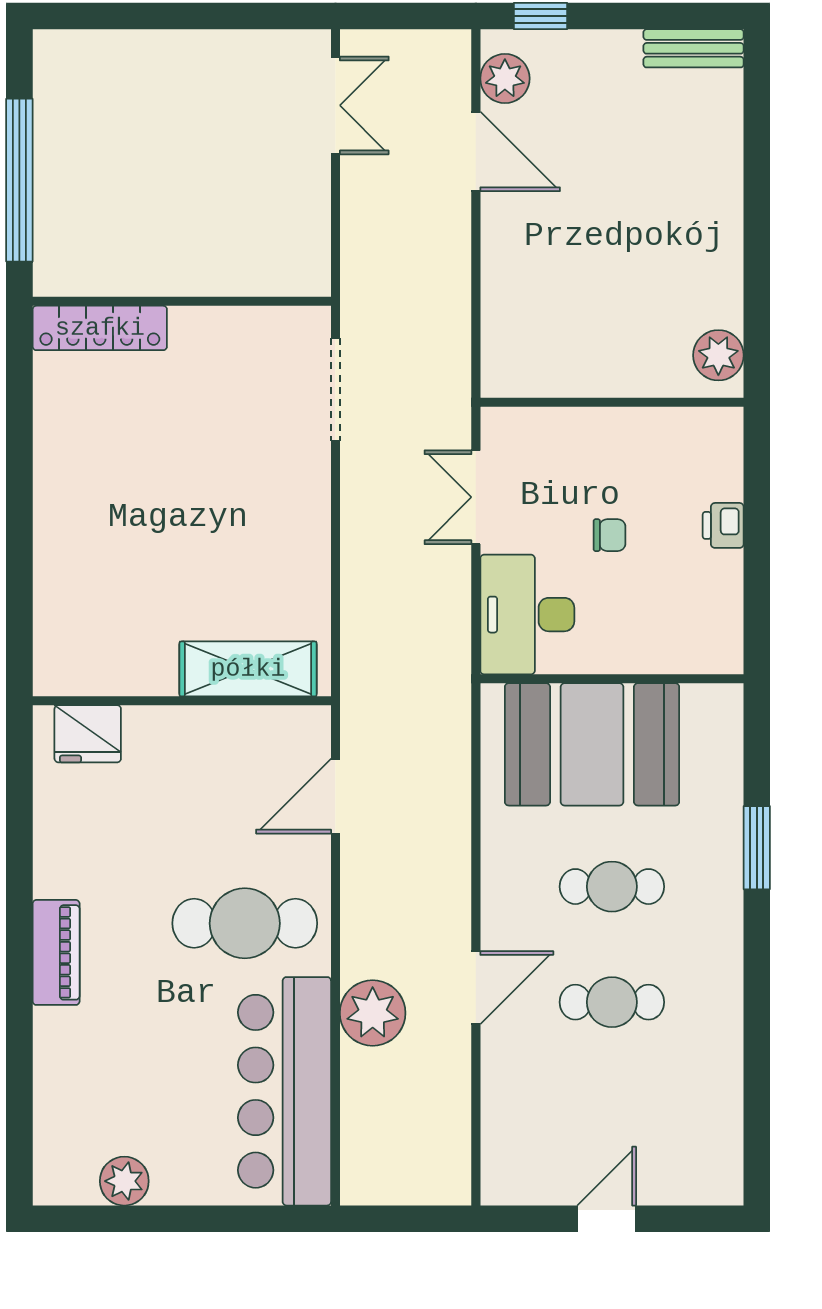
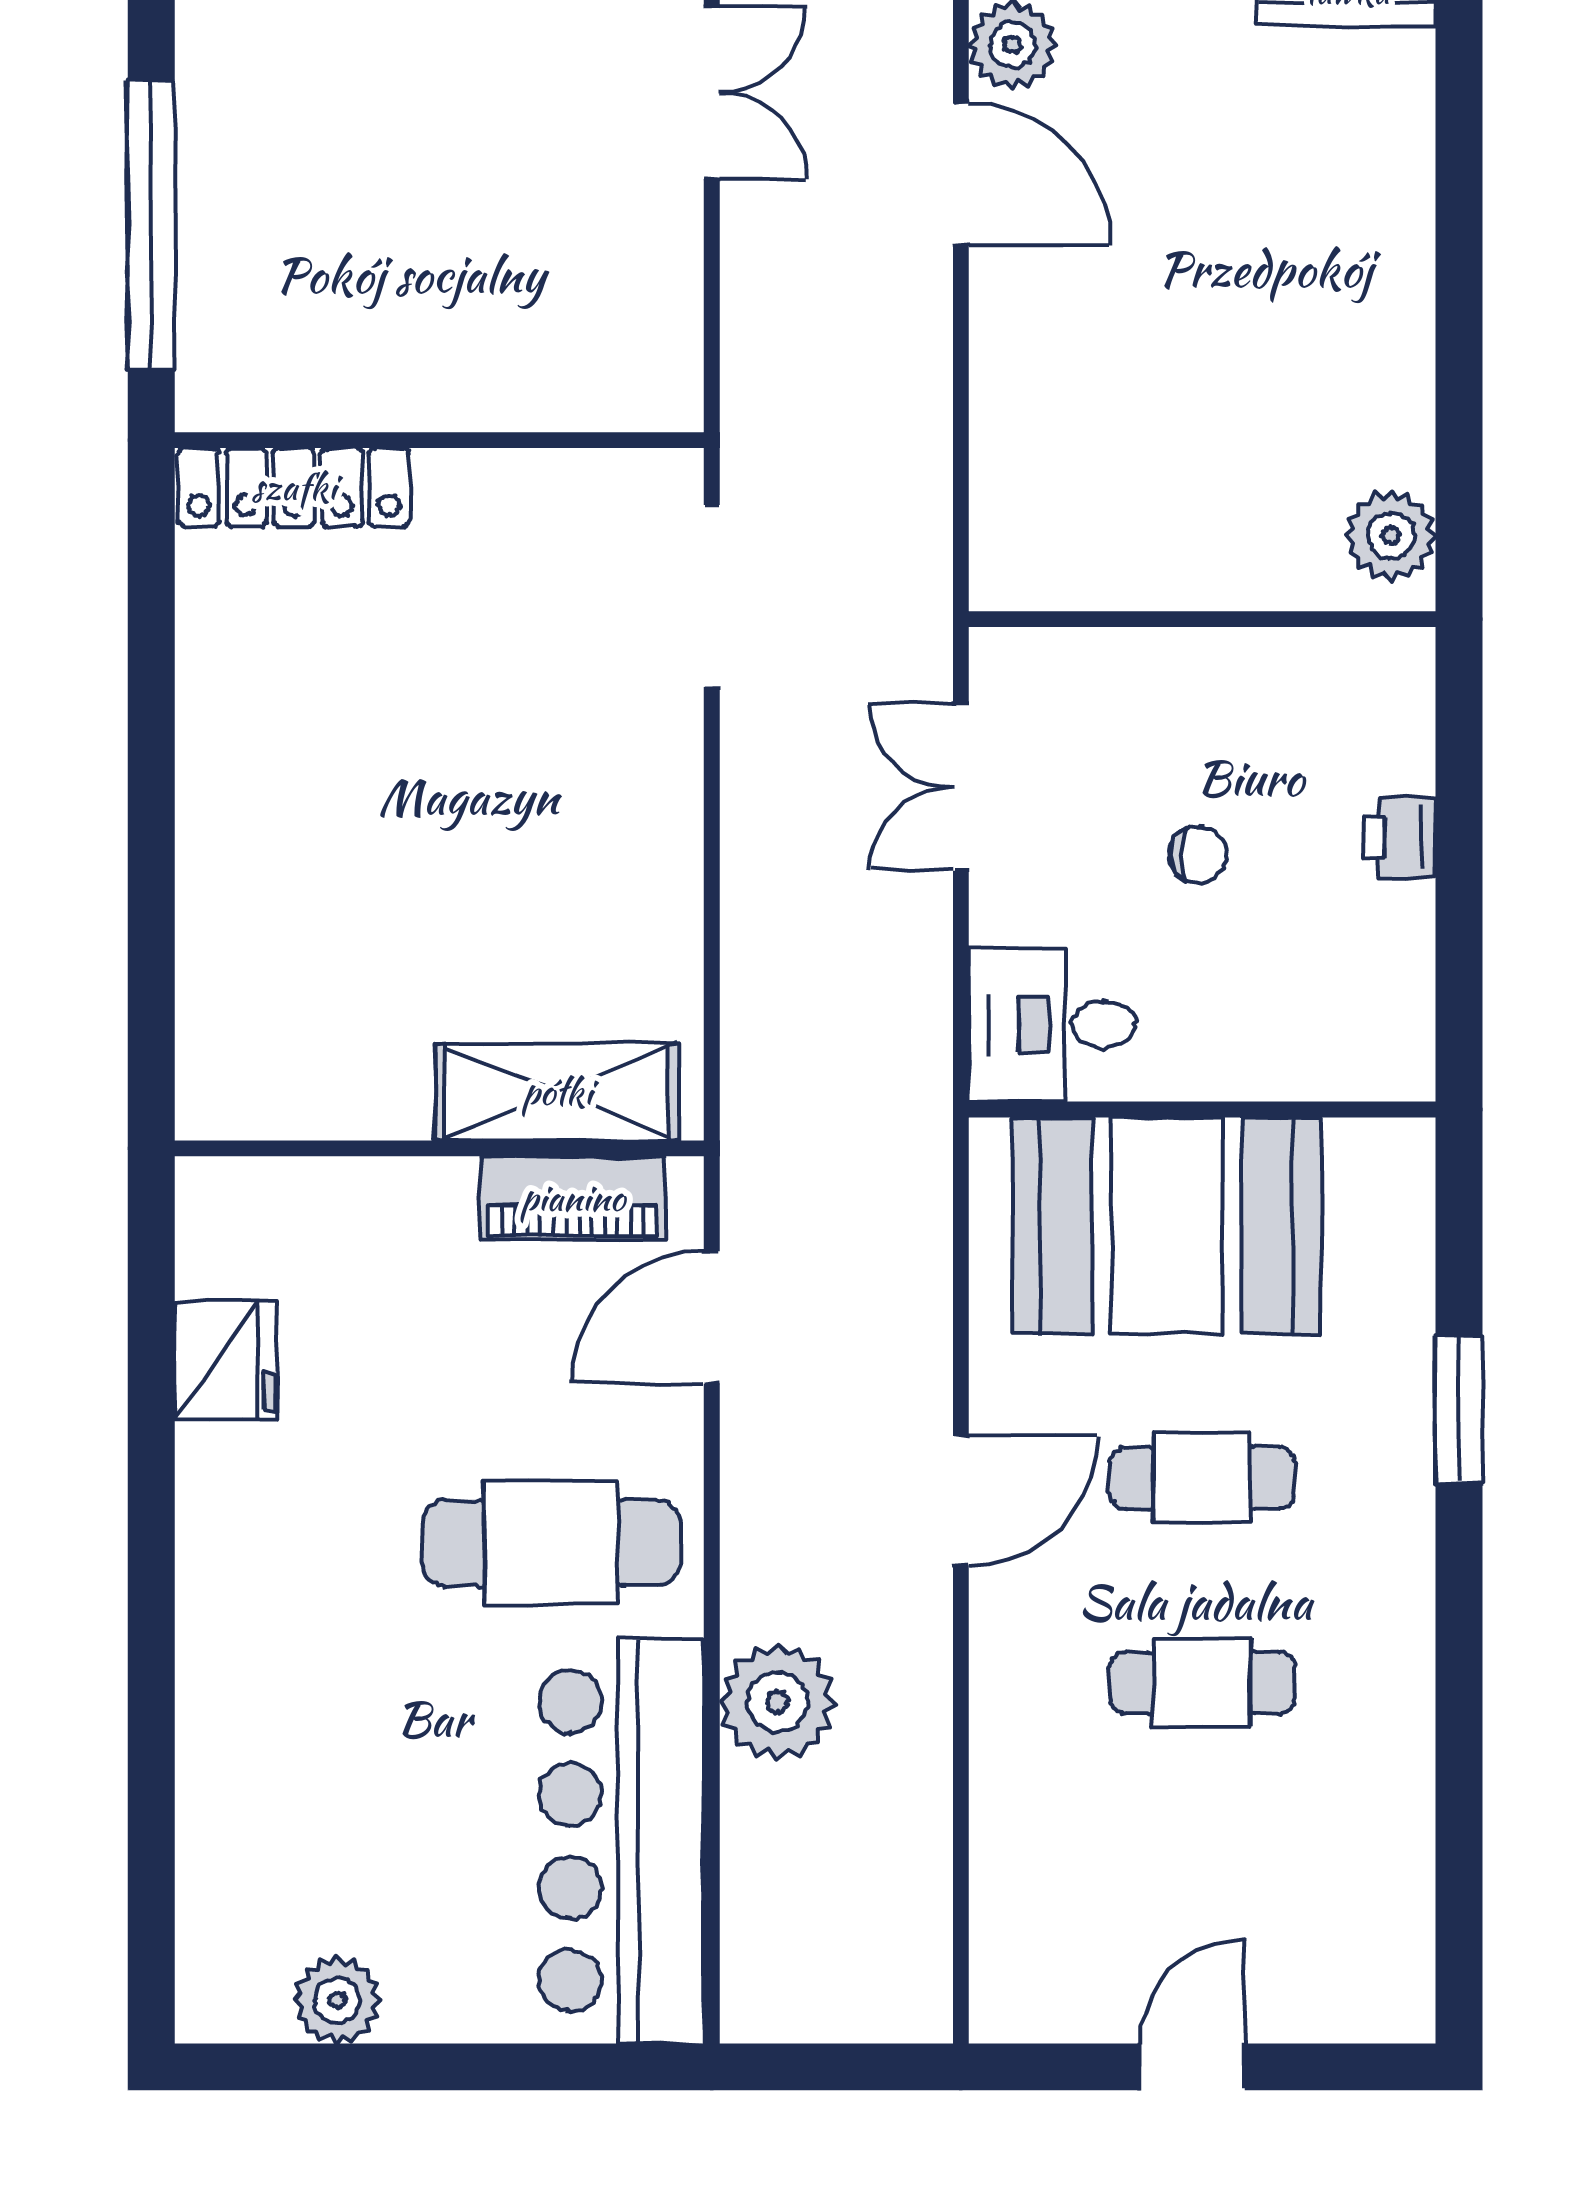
desk: (527, 615) -> (1052, 1024), width x0.73
fridge: (88, 734) -> (225, 1360), moved, turned -90
piano: (56, 952) -> (573, 1198), moved, turned 90
door: (476, 988) -> (961, 1501), moved

